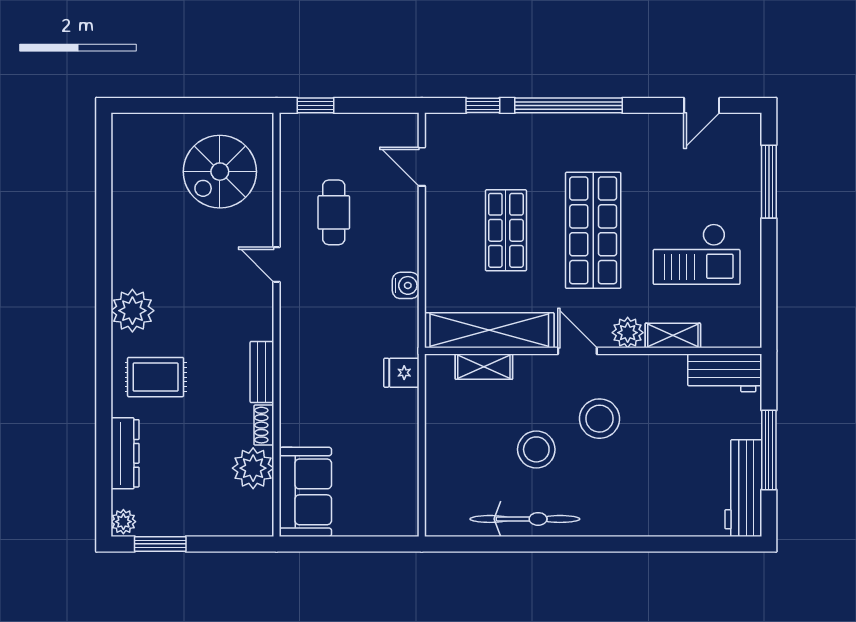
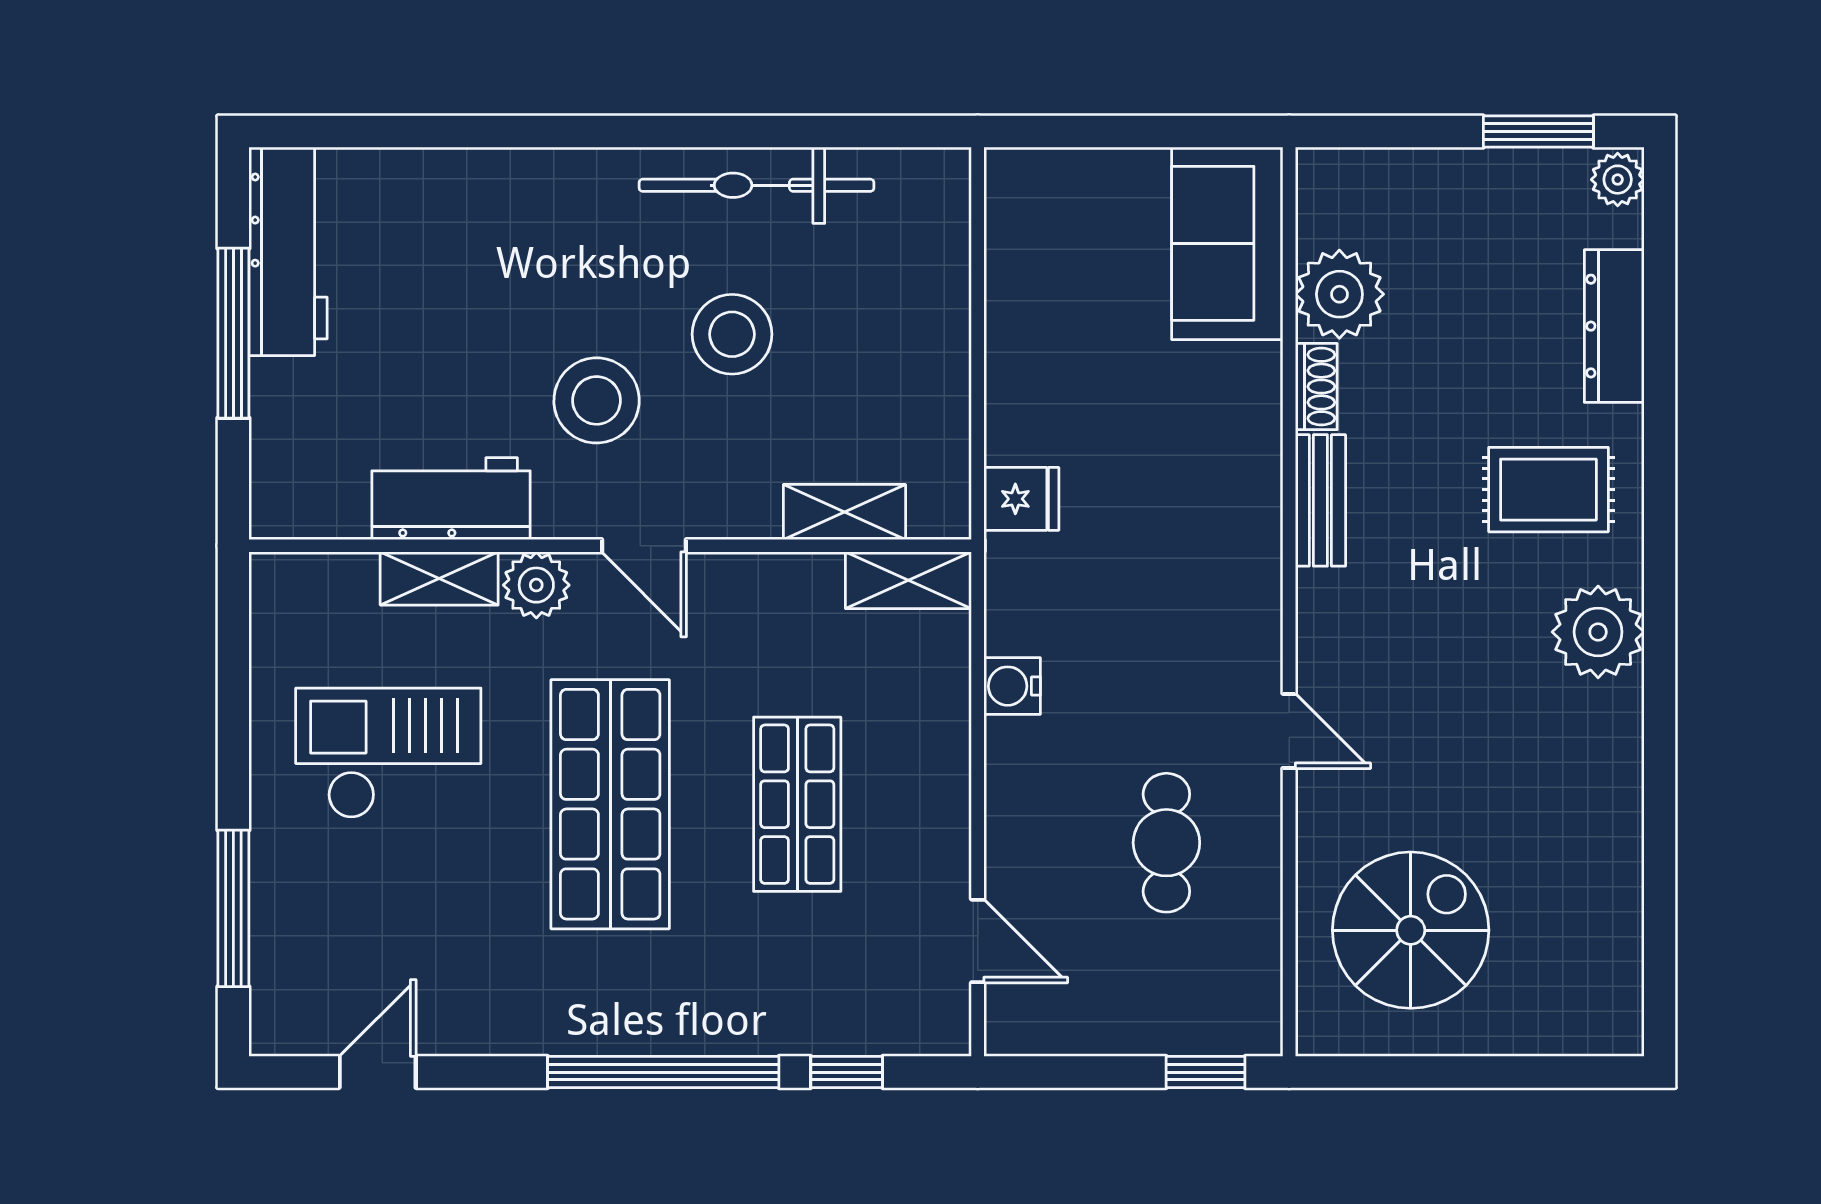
shelving: (489, 330) -> (908, 580), width x0.45, depth x0.75
workbench: (725, 373) -> (451, 499), moved

